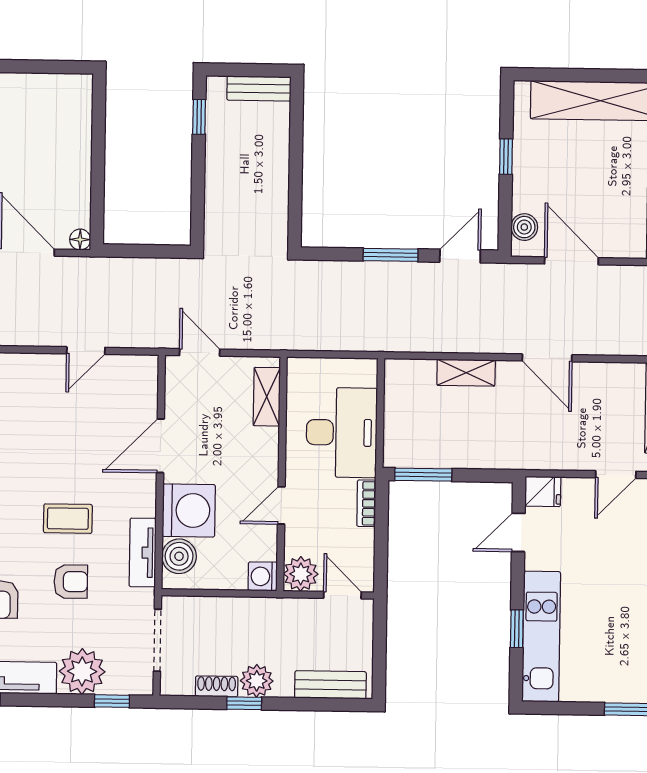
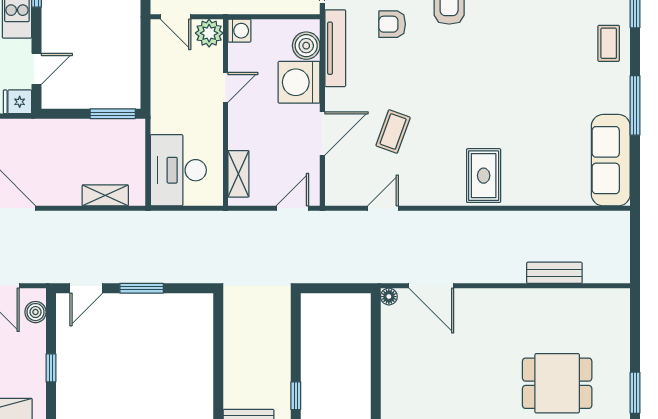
door: (200, 352) -> (292, 208), swing flipped
shelving: (466, 373) -> (105, 195), moved
desk: (342, 433) -> (178, 170), moved
bookcase: (366, 503) -> (158, 90), removed
coffee table: (68, 519) -> (393, 132), moved, turned -70
tv unit: (143, 553) -> (335, 48), width x1.41

